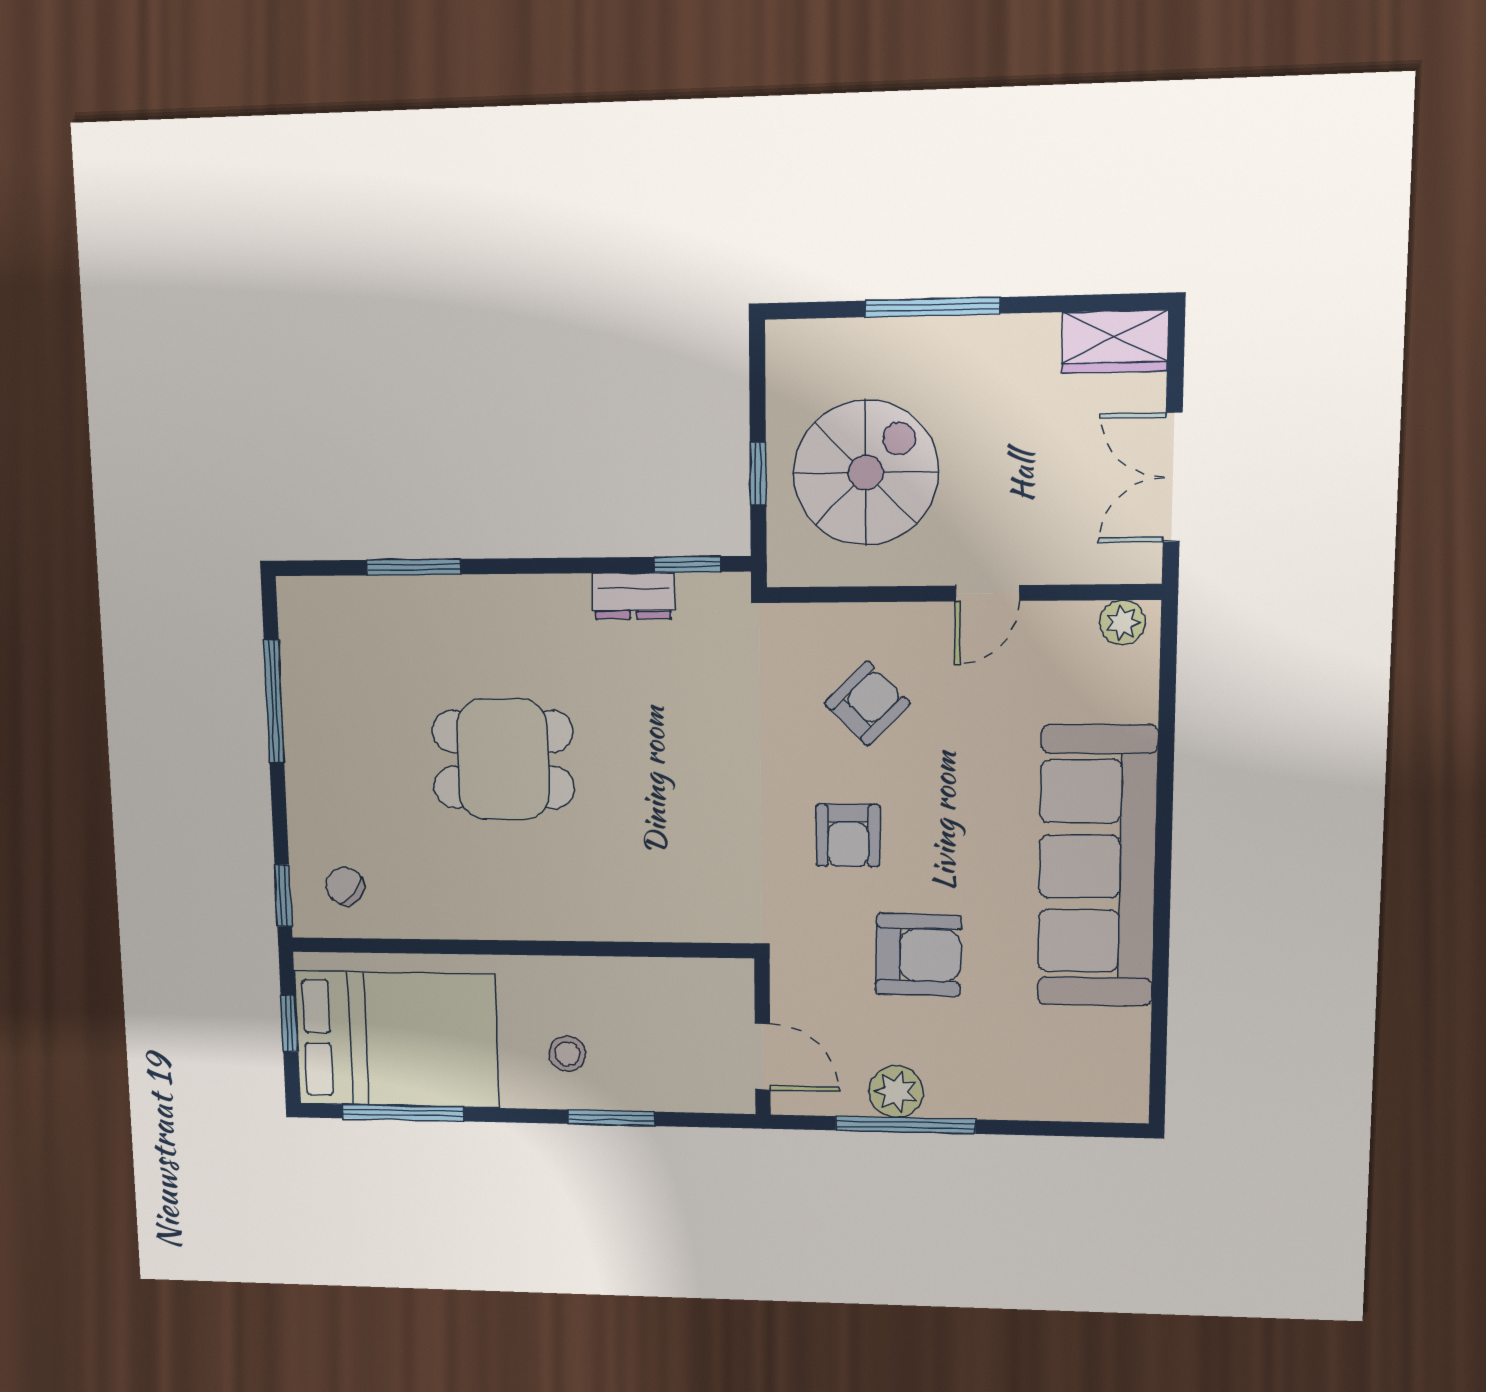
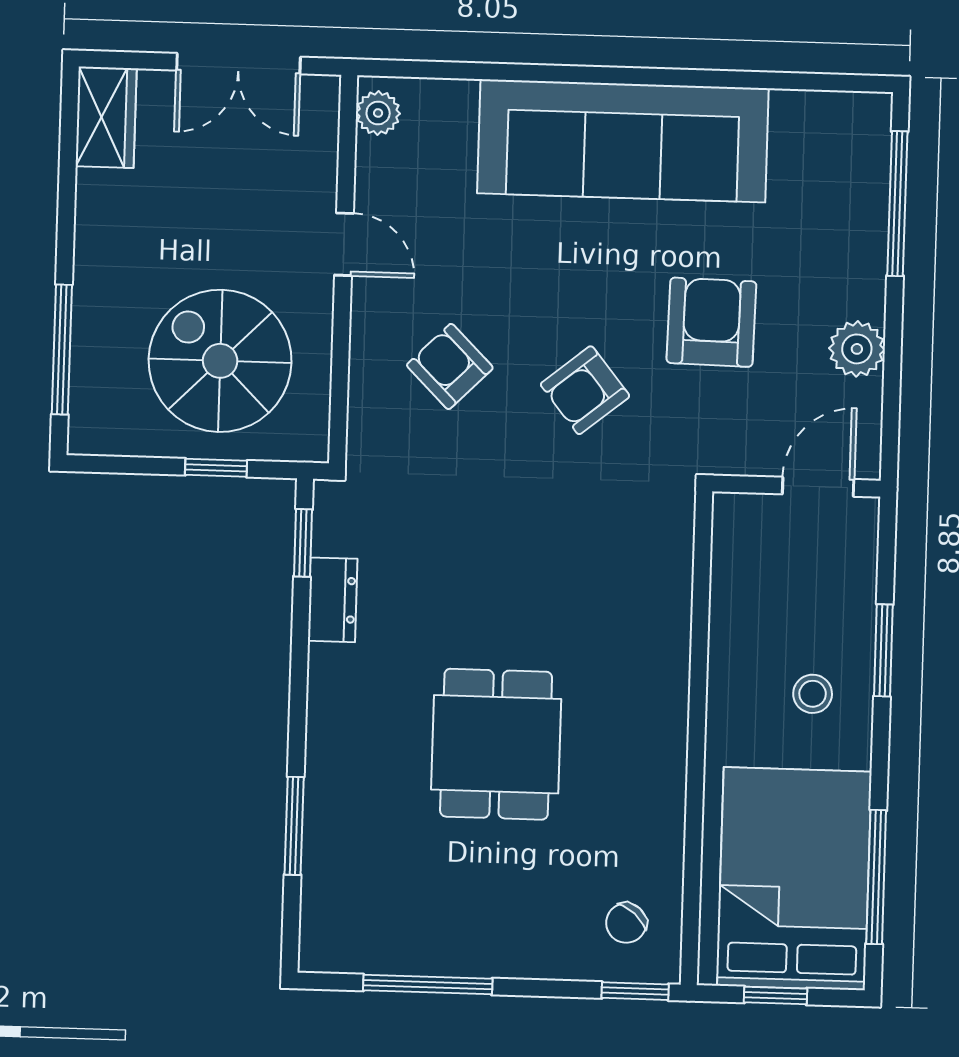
window: (932, 307) -> (62, 350), moved
armchair: (848, 835) -> (585, 390), turned 141
window: (905, 1125) -> (897, 204), moved

